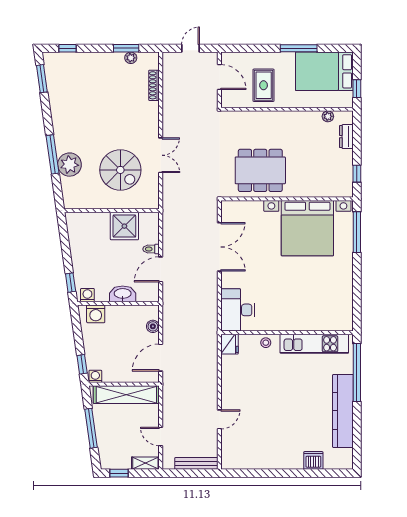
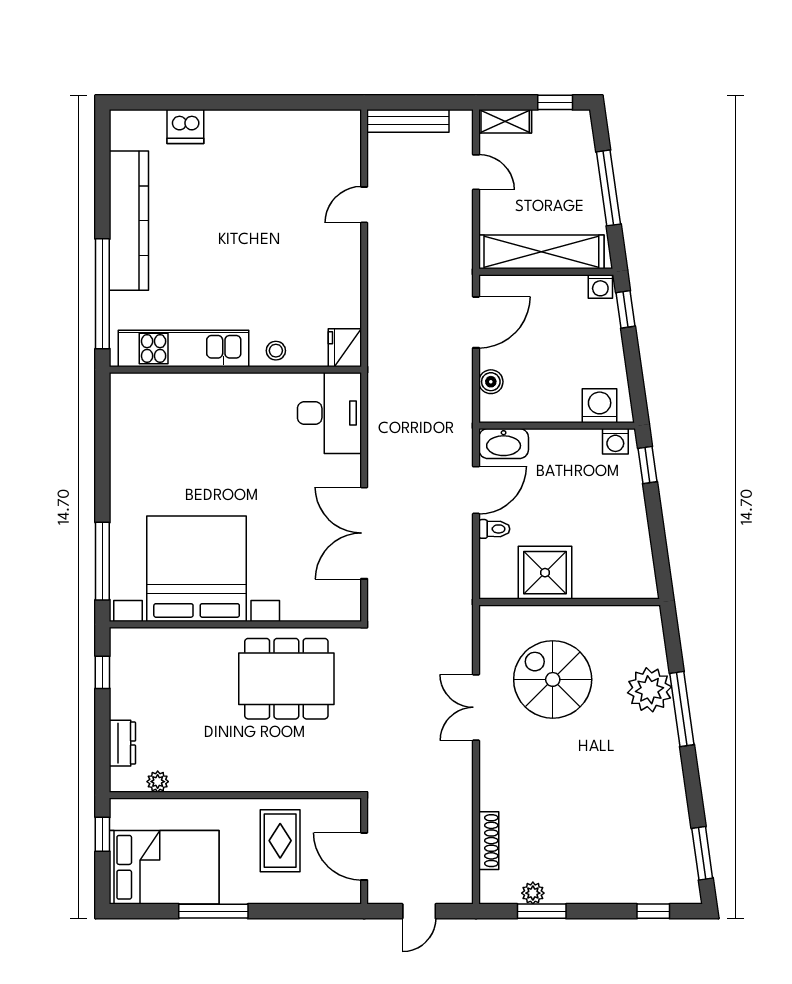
washbasin: (123, 294) -> (504, 444), moved

